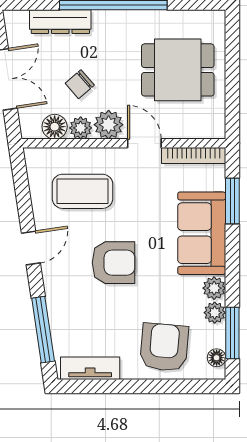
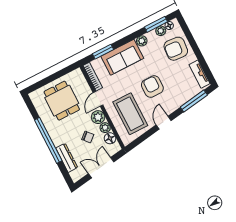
coffee table: (82, 191) -> (130, 114), width x1.36, depth x1.32
door: (31, 248) -> (164, 123), hinge flipped
plant: (215, 313) -> (161, 31), moved

